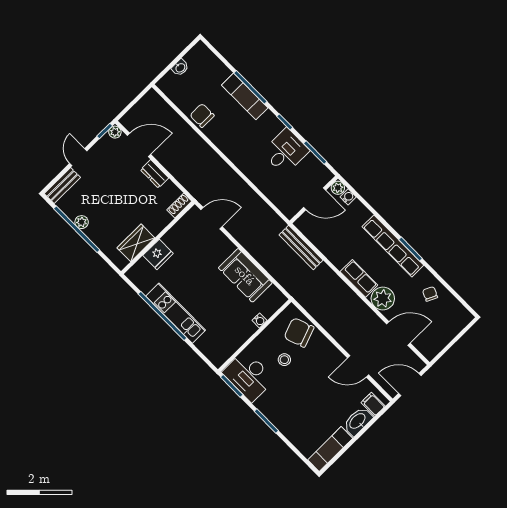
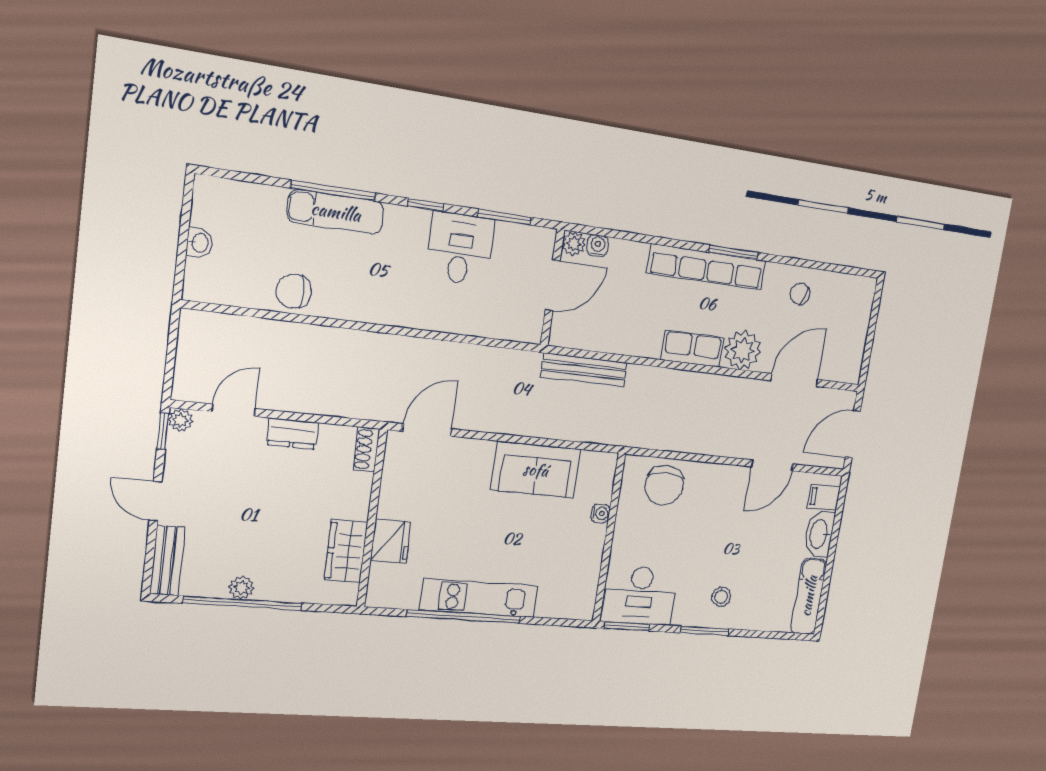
door: (139, 145) -> (234, 410), width x0.73
chair: (299, 332) -> (664, 486), turned -70
stool: (284, 360) -> (721, 597), moved

